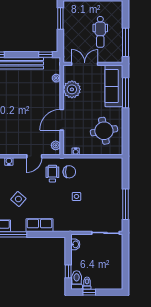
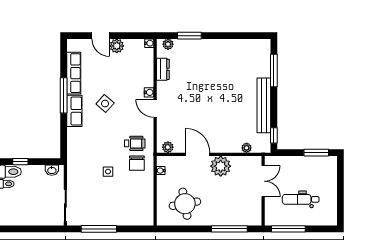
sofa: (114, 86) -> (237, 215), removed
plant: (72, 89) -> (221, 166), moved
door: (34, 156) -> (155, 108), moved
row of seats: (39, 225) -> (74, 111), moved

